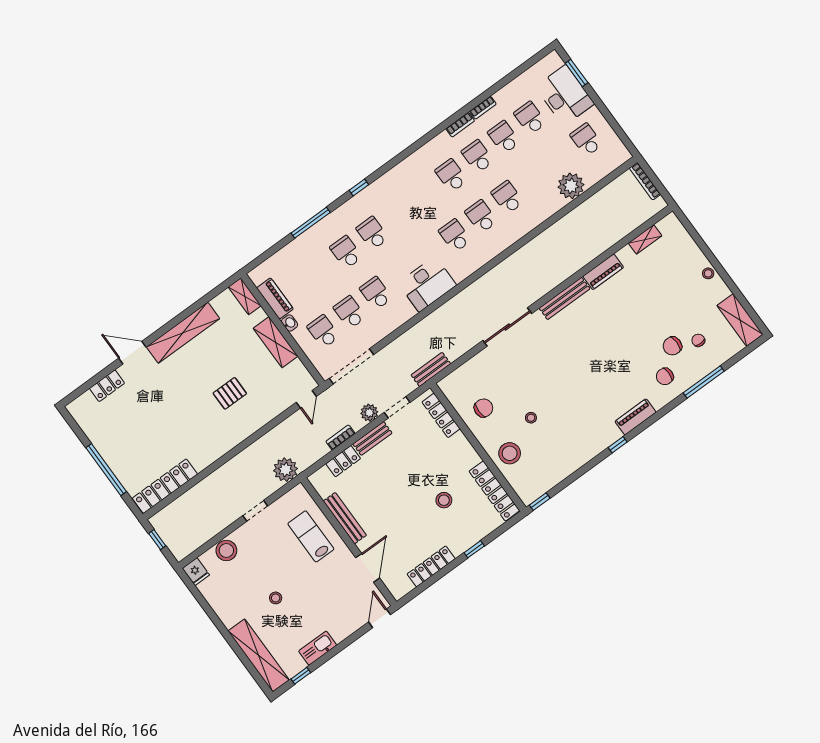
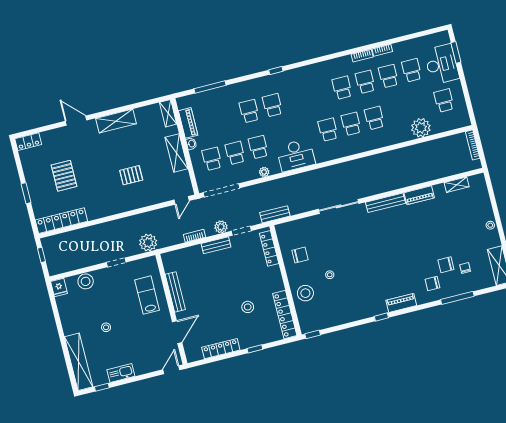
window: (311, 223) -> (210, 87), moved
plant: (396, 322) -> (264, 172), added
shelving: (183, 333) -> (116, 121), width x0.68
locker: (107, 386) -> (28, 142), moved
pallet: (145, 428) -> (64, 176), added
locker: (343, 461) -> (190, 253), removed
window: (106, 470) -> (26, 193), width x0.47

